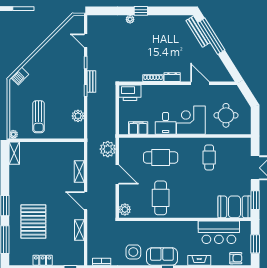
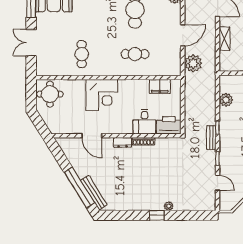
round table: (226, 115) -> (50, 94), moved
desk: (166, 123) -> (144, 122), moved, turned 180
cafe table: (161, 157) -> (135, 54), width x0.73, depth x0.74
door: (117, 175) -> (183, 35), swing flipped

